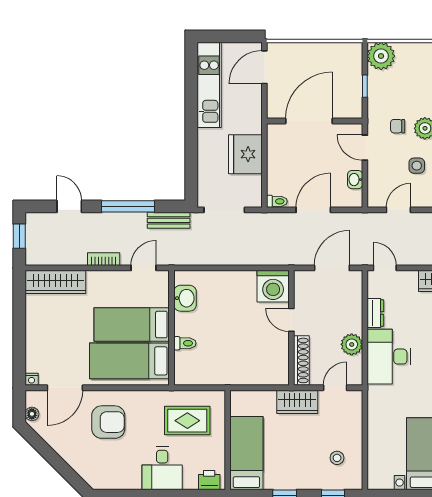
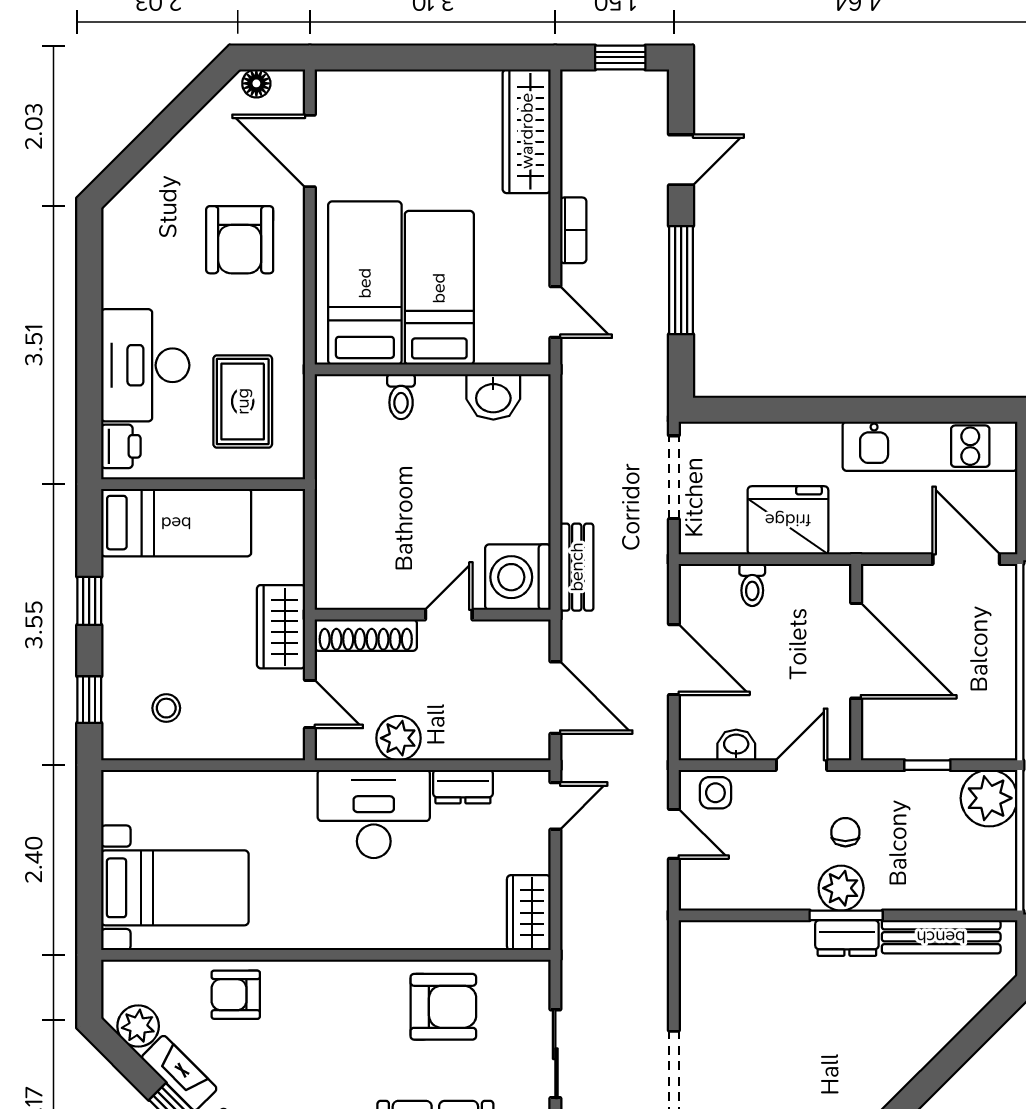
side table: (417, 166) -> (715, 793), moved
toilet: (277, 201) -> (752, 585), moved
bench: (169, 220) -> (577, 567), moved
nightstand: (32, 379) -> (327, 83), removed
desk: (162, 468) -> (145, 365), width x1.37

